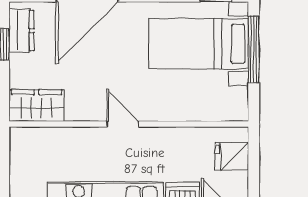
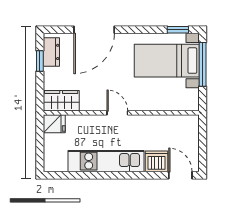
fridge: (232, 156) -> (54, 124), moved, turned 180

